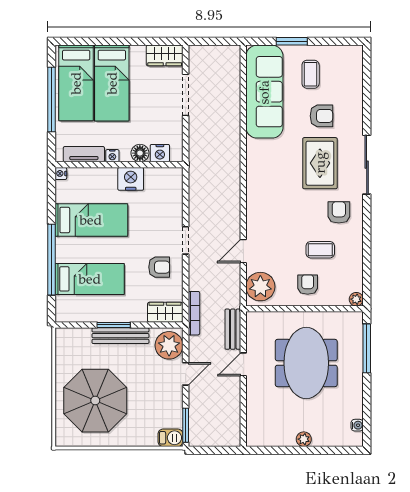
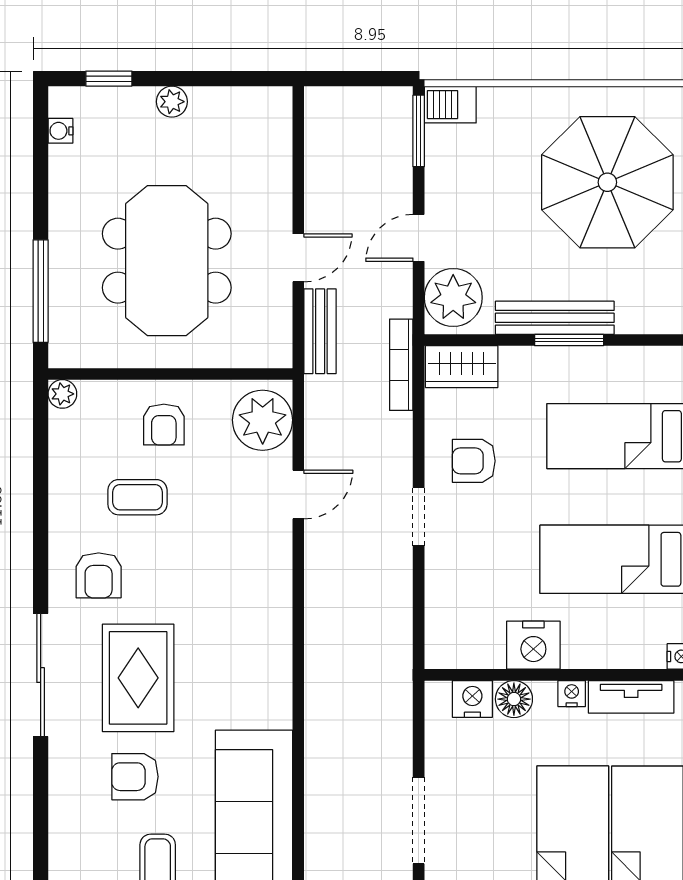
window: (334, 450) -> (109, 79), added

